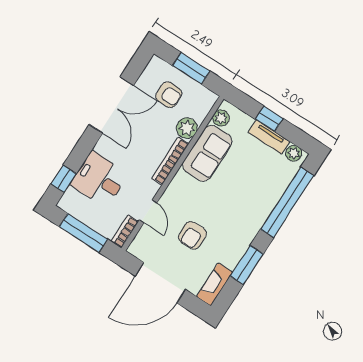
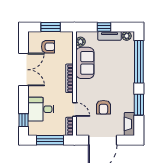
plant: (187, 128) -> (67, 57), removed

